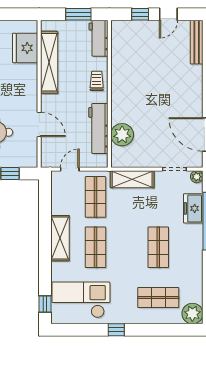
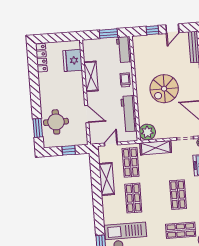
shelving: (49, 62) -> (91, 76), width x0.68
spiral stairs: (150, 97) -> (164, 89), added
plant: (122, 135) -> (147, 132), moved
shelving: (60, 238) -> (107, 179), moved

